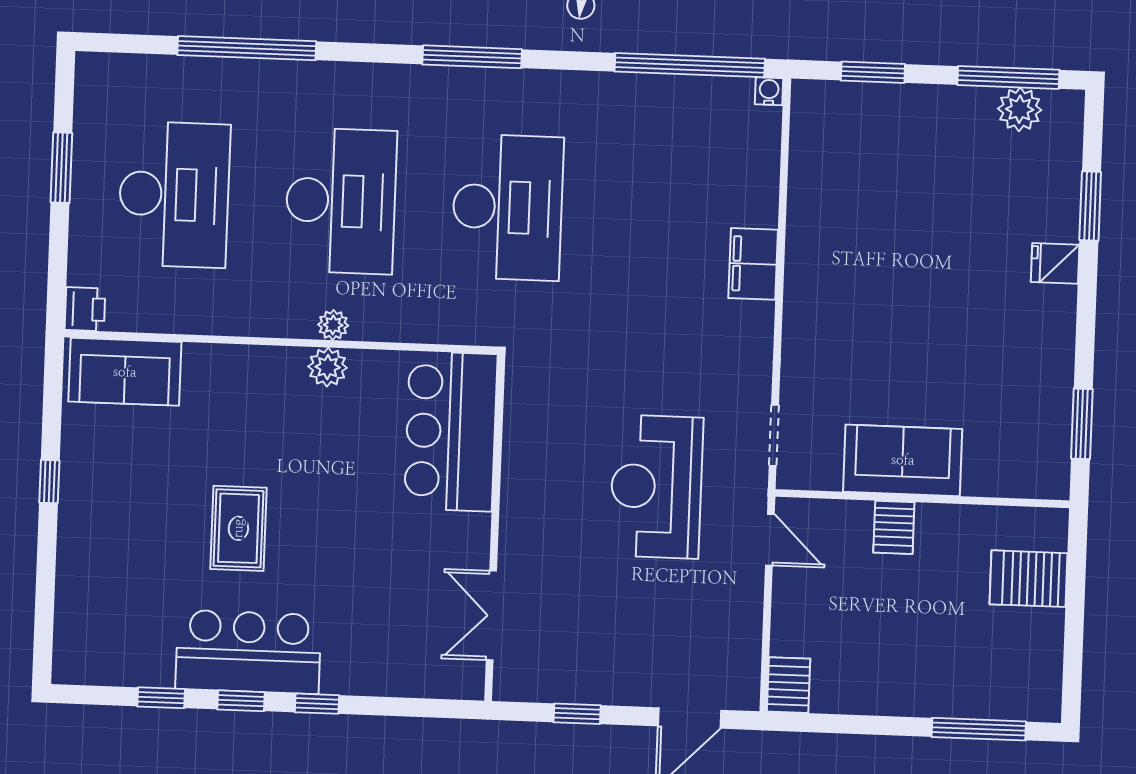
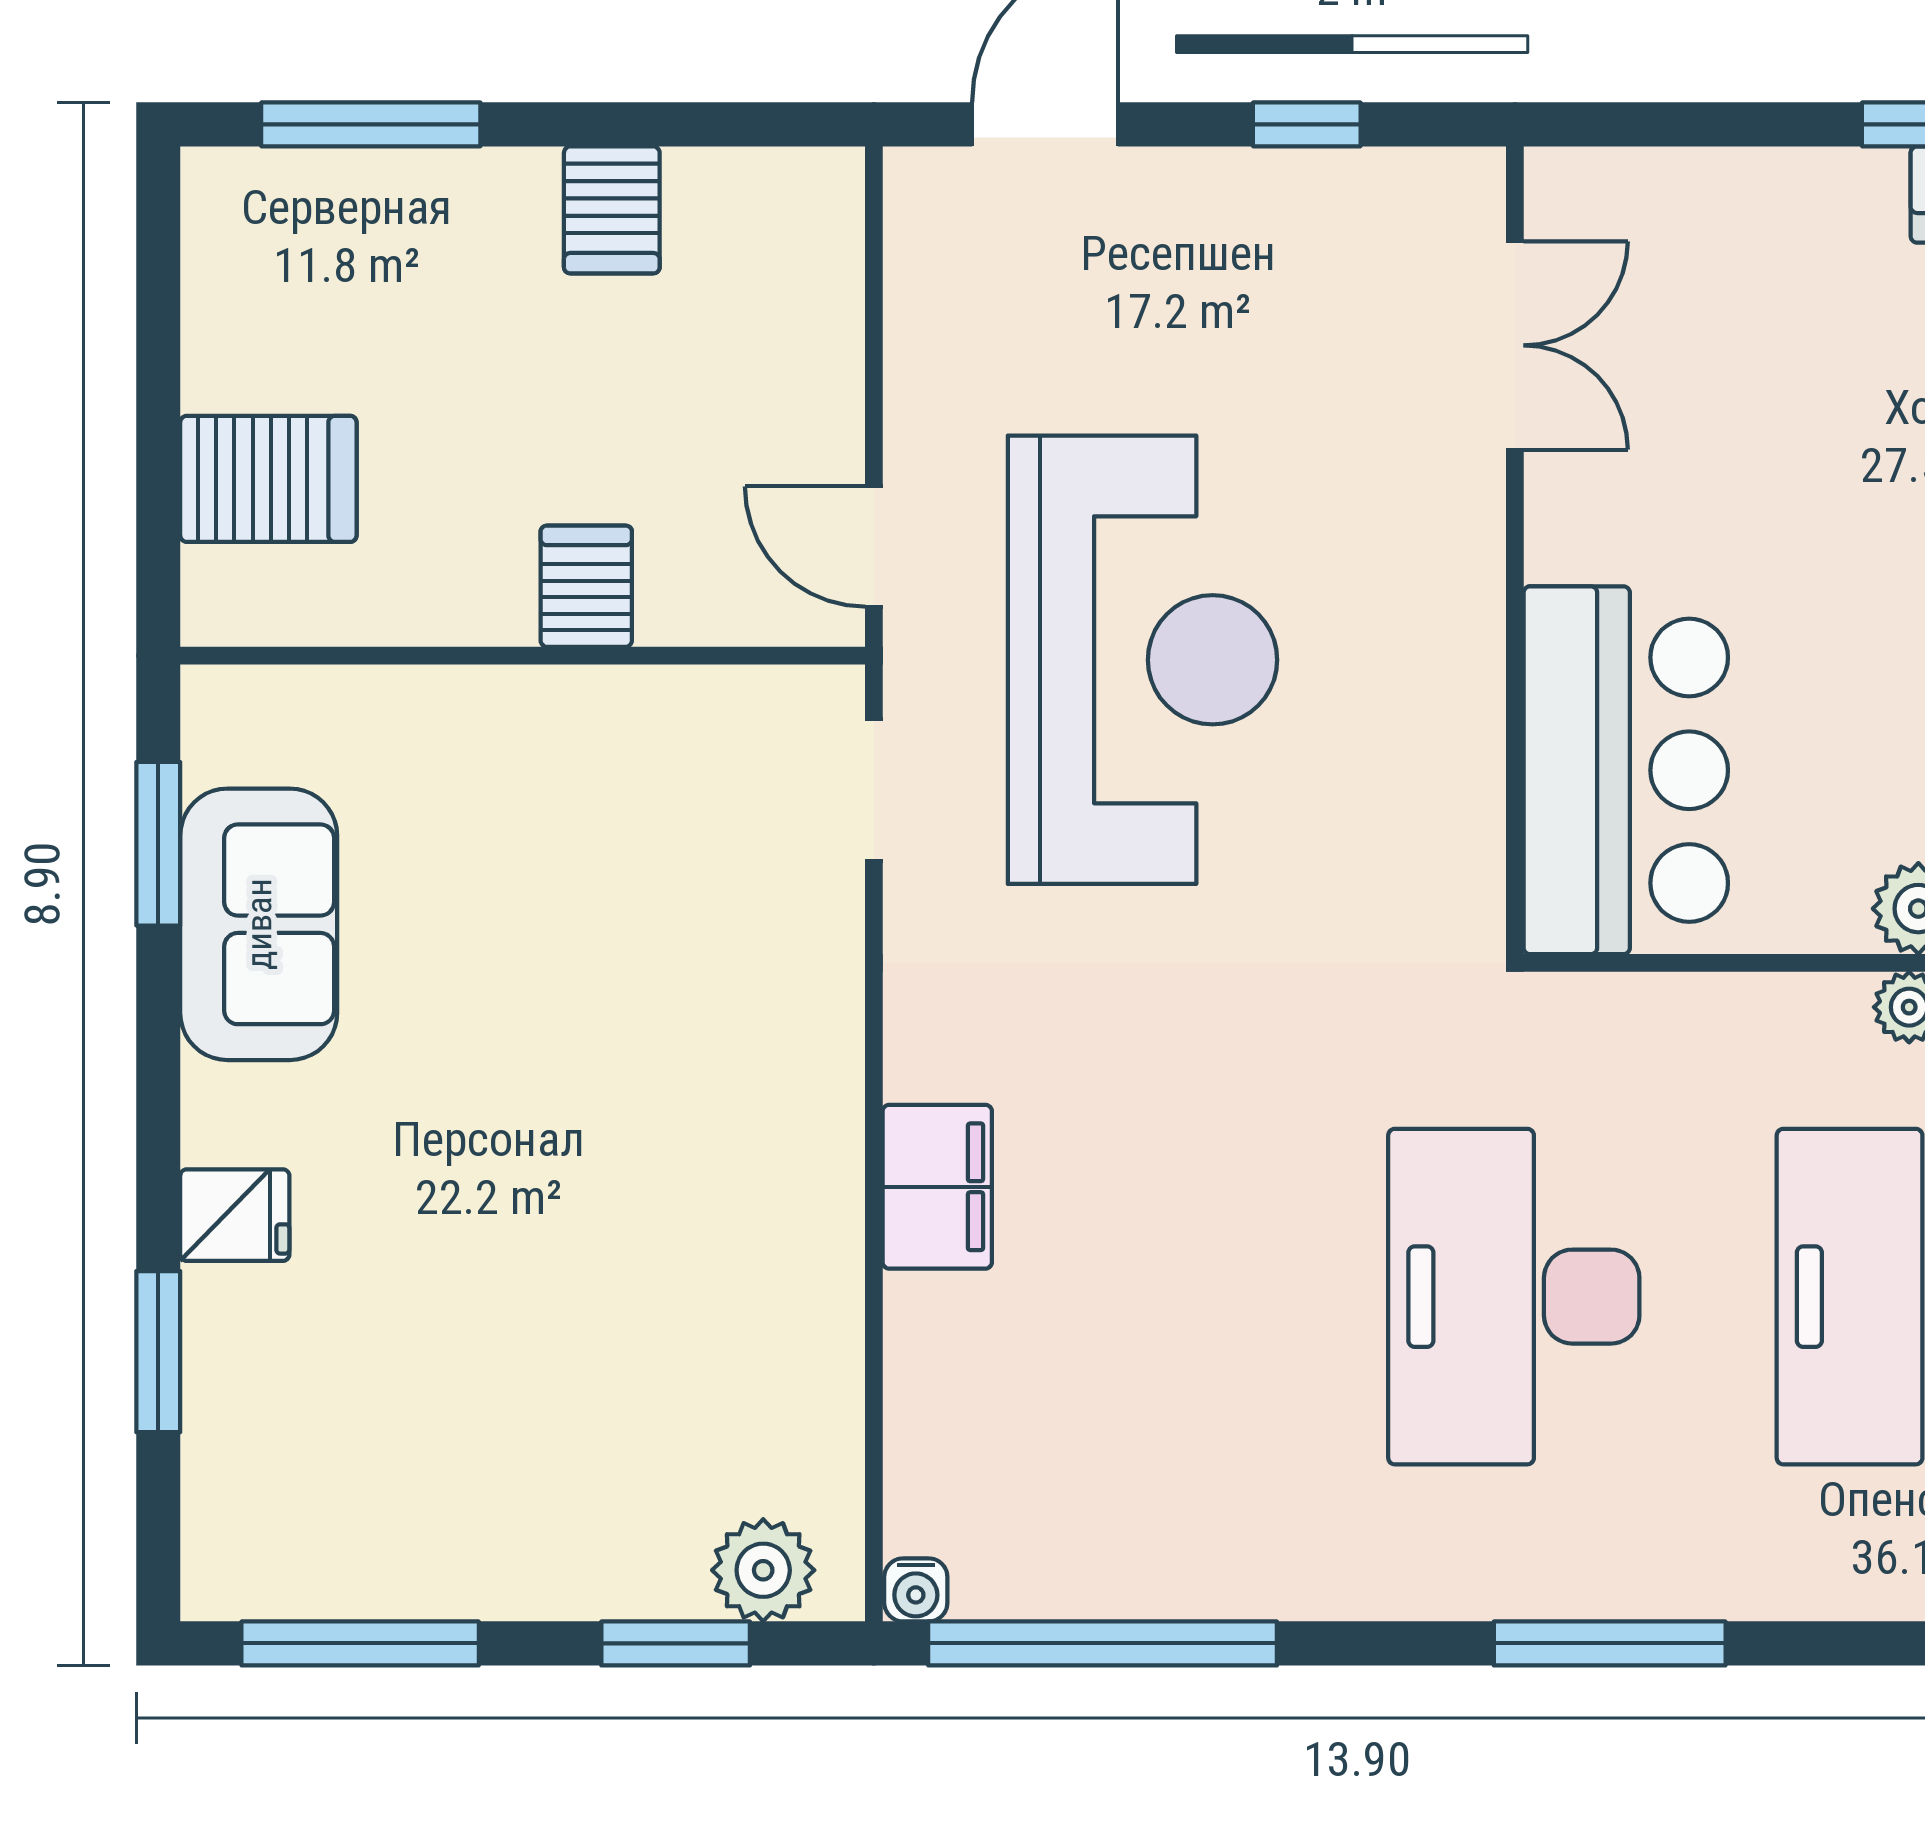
plant: (1020, 109) -> (763, 1570), moved
sofa: (903, 460) -> (259, 924), moved, turned -90
reception desk: (656, 487) -> (1142, 660), width x1.36, depth x1.30
server rack: (789, 685) -> (612, 210), moved

